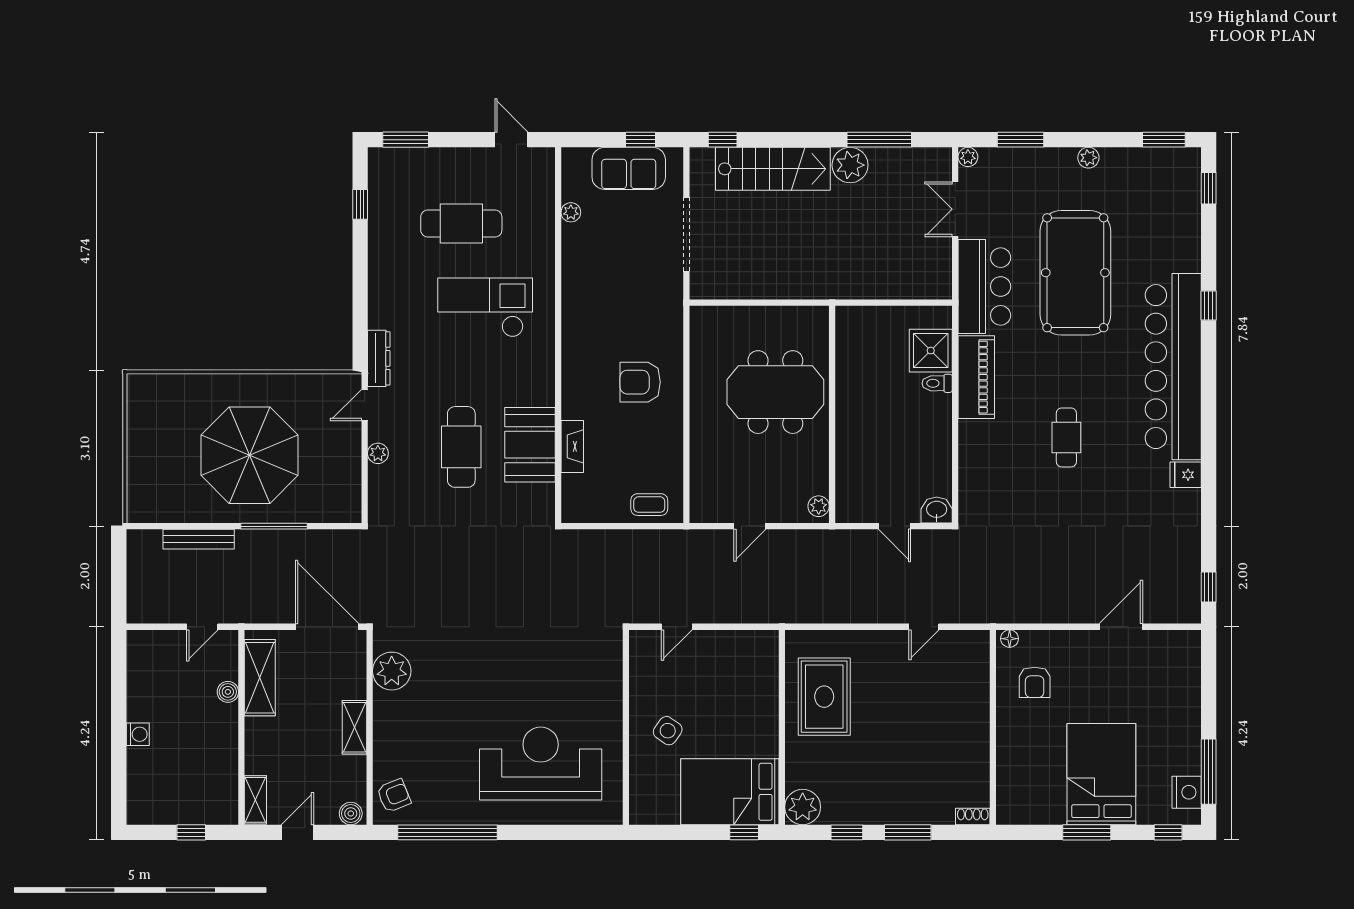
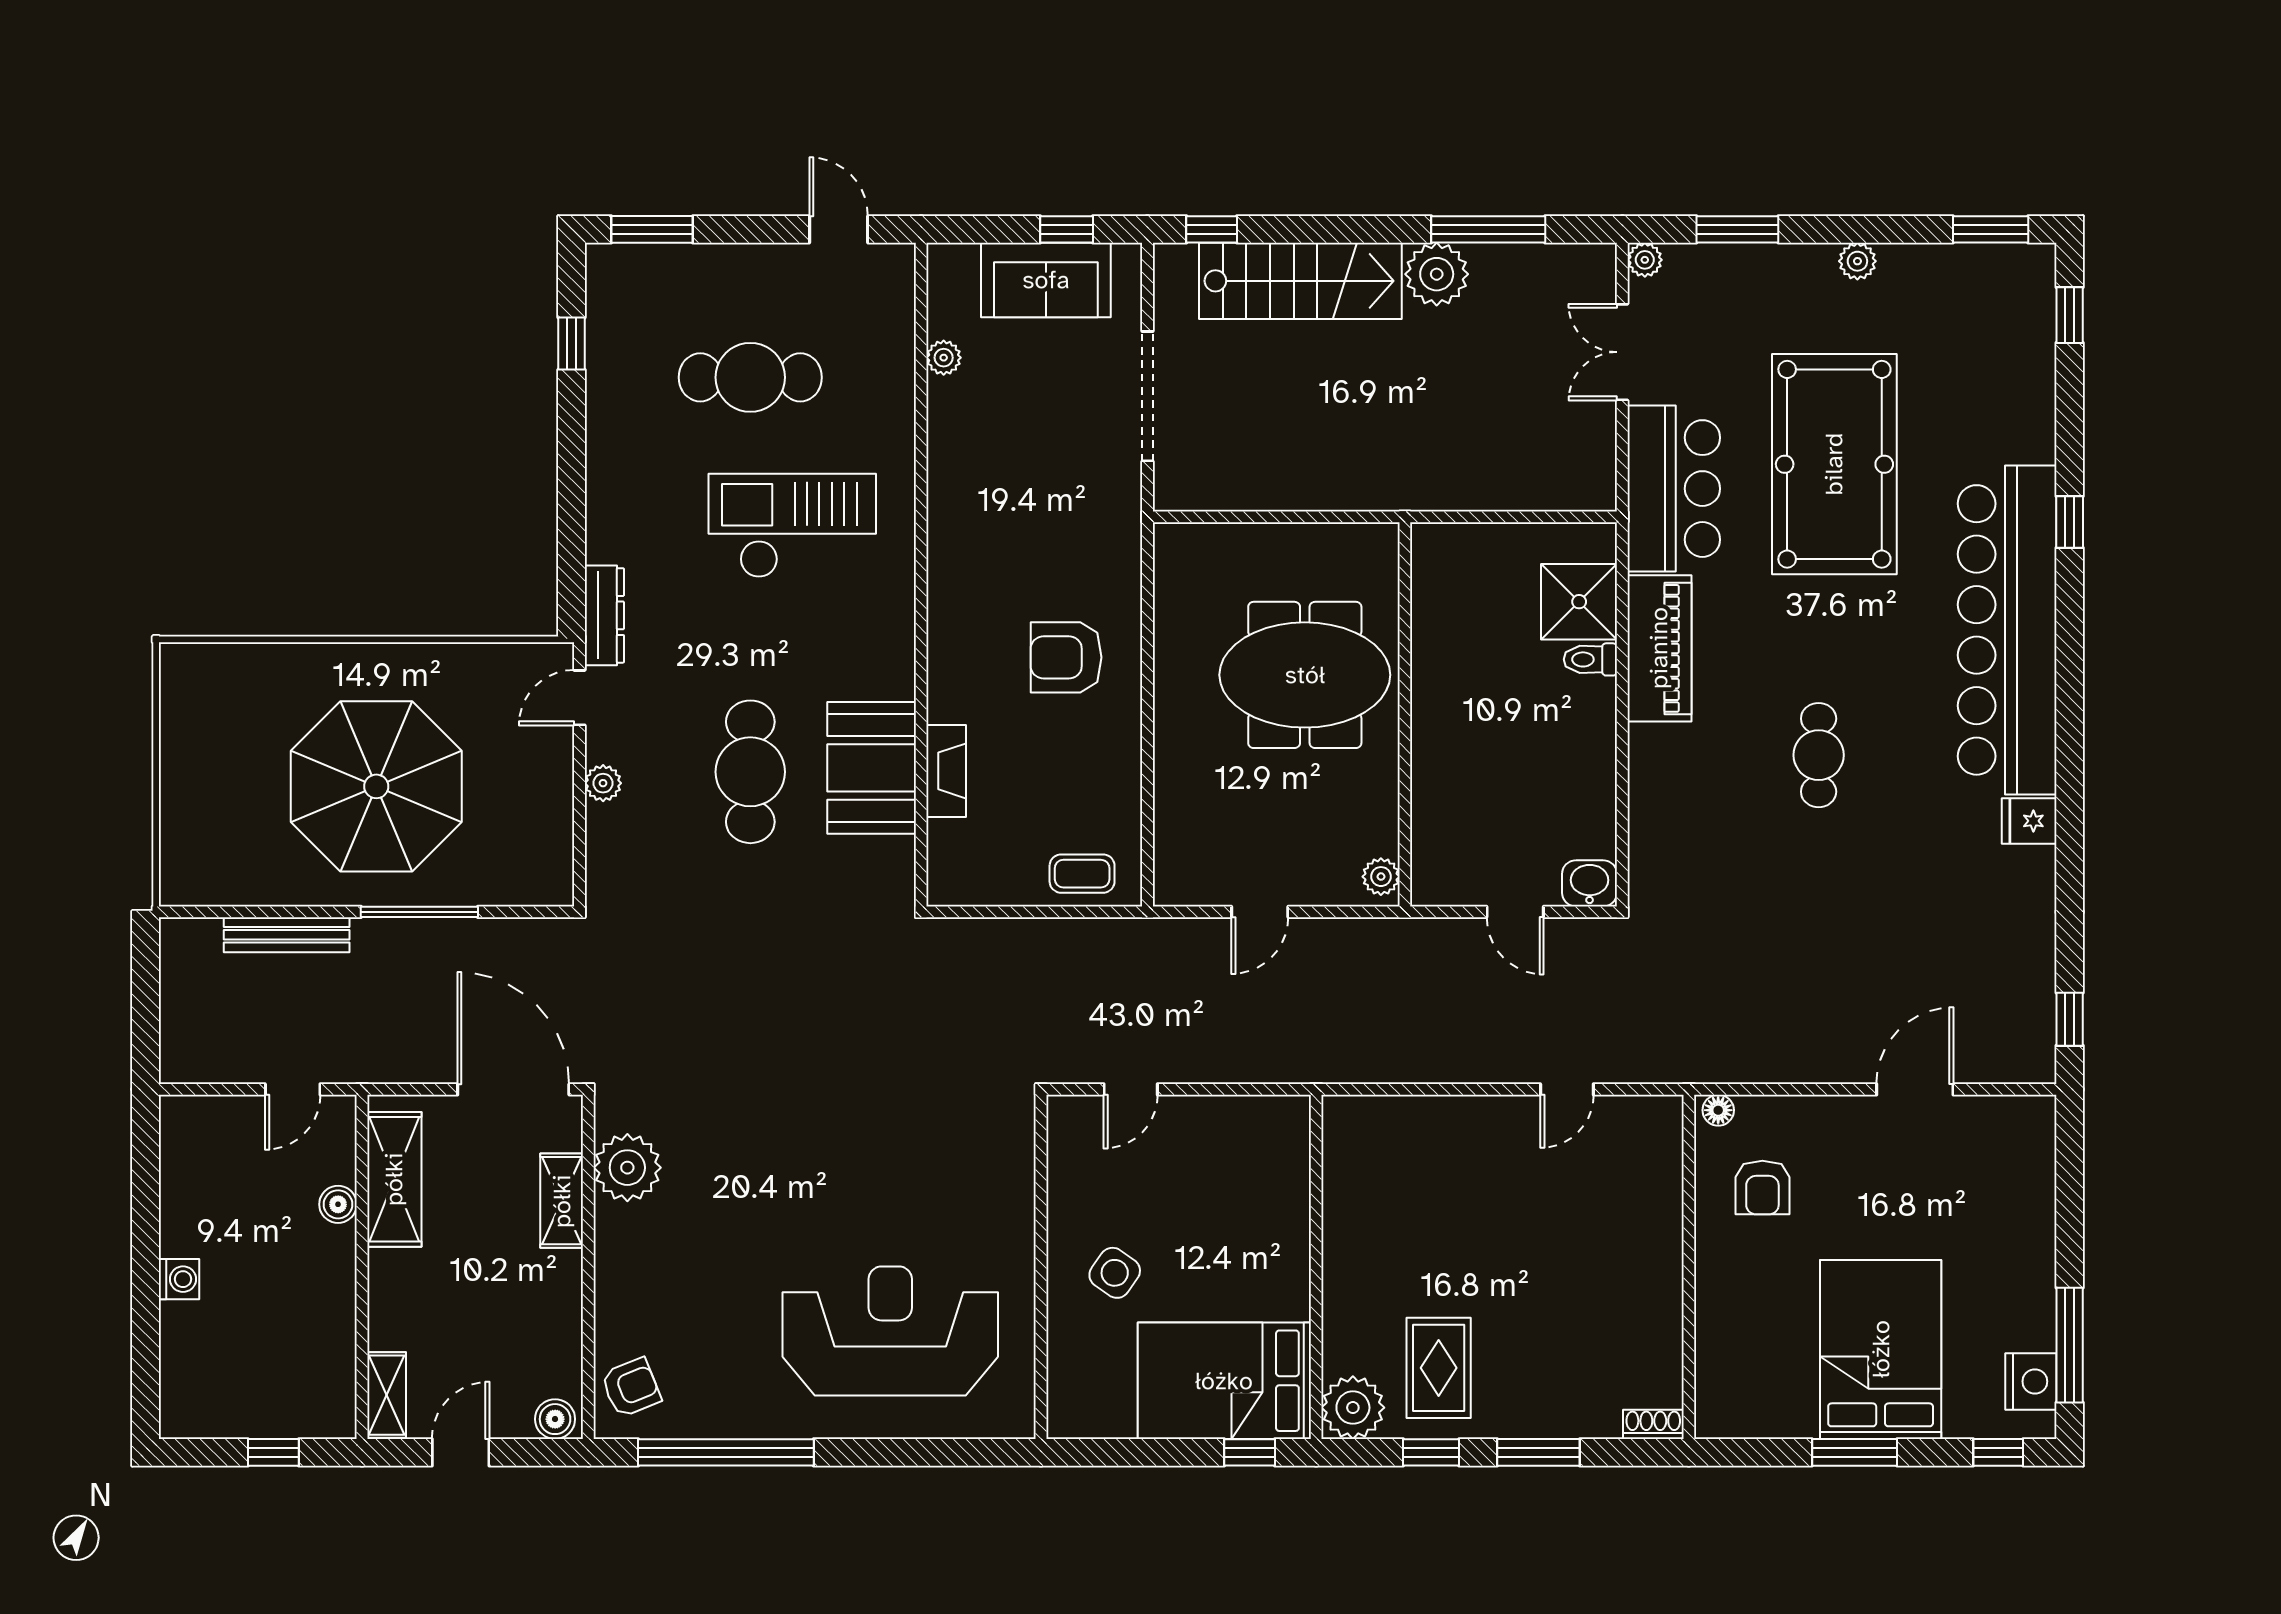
rug: (824, 697) -> (1439, 1368), moved, width x0.73, depth x0.70
shelving: (355, 727) -> (562, 1201), moved

